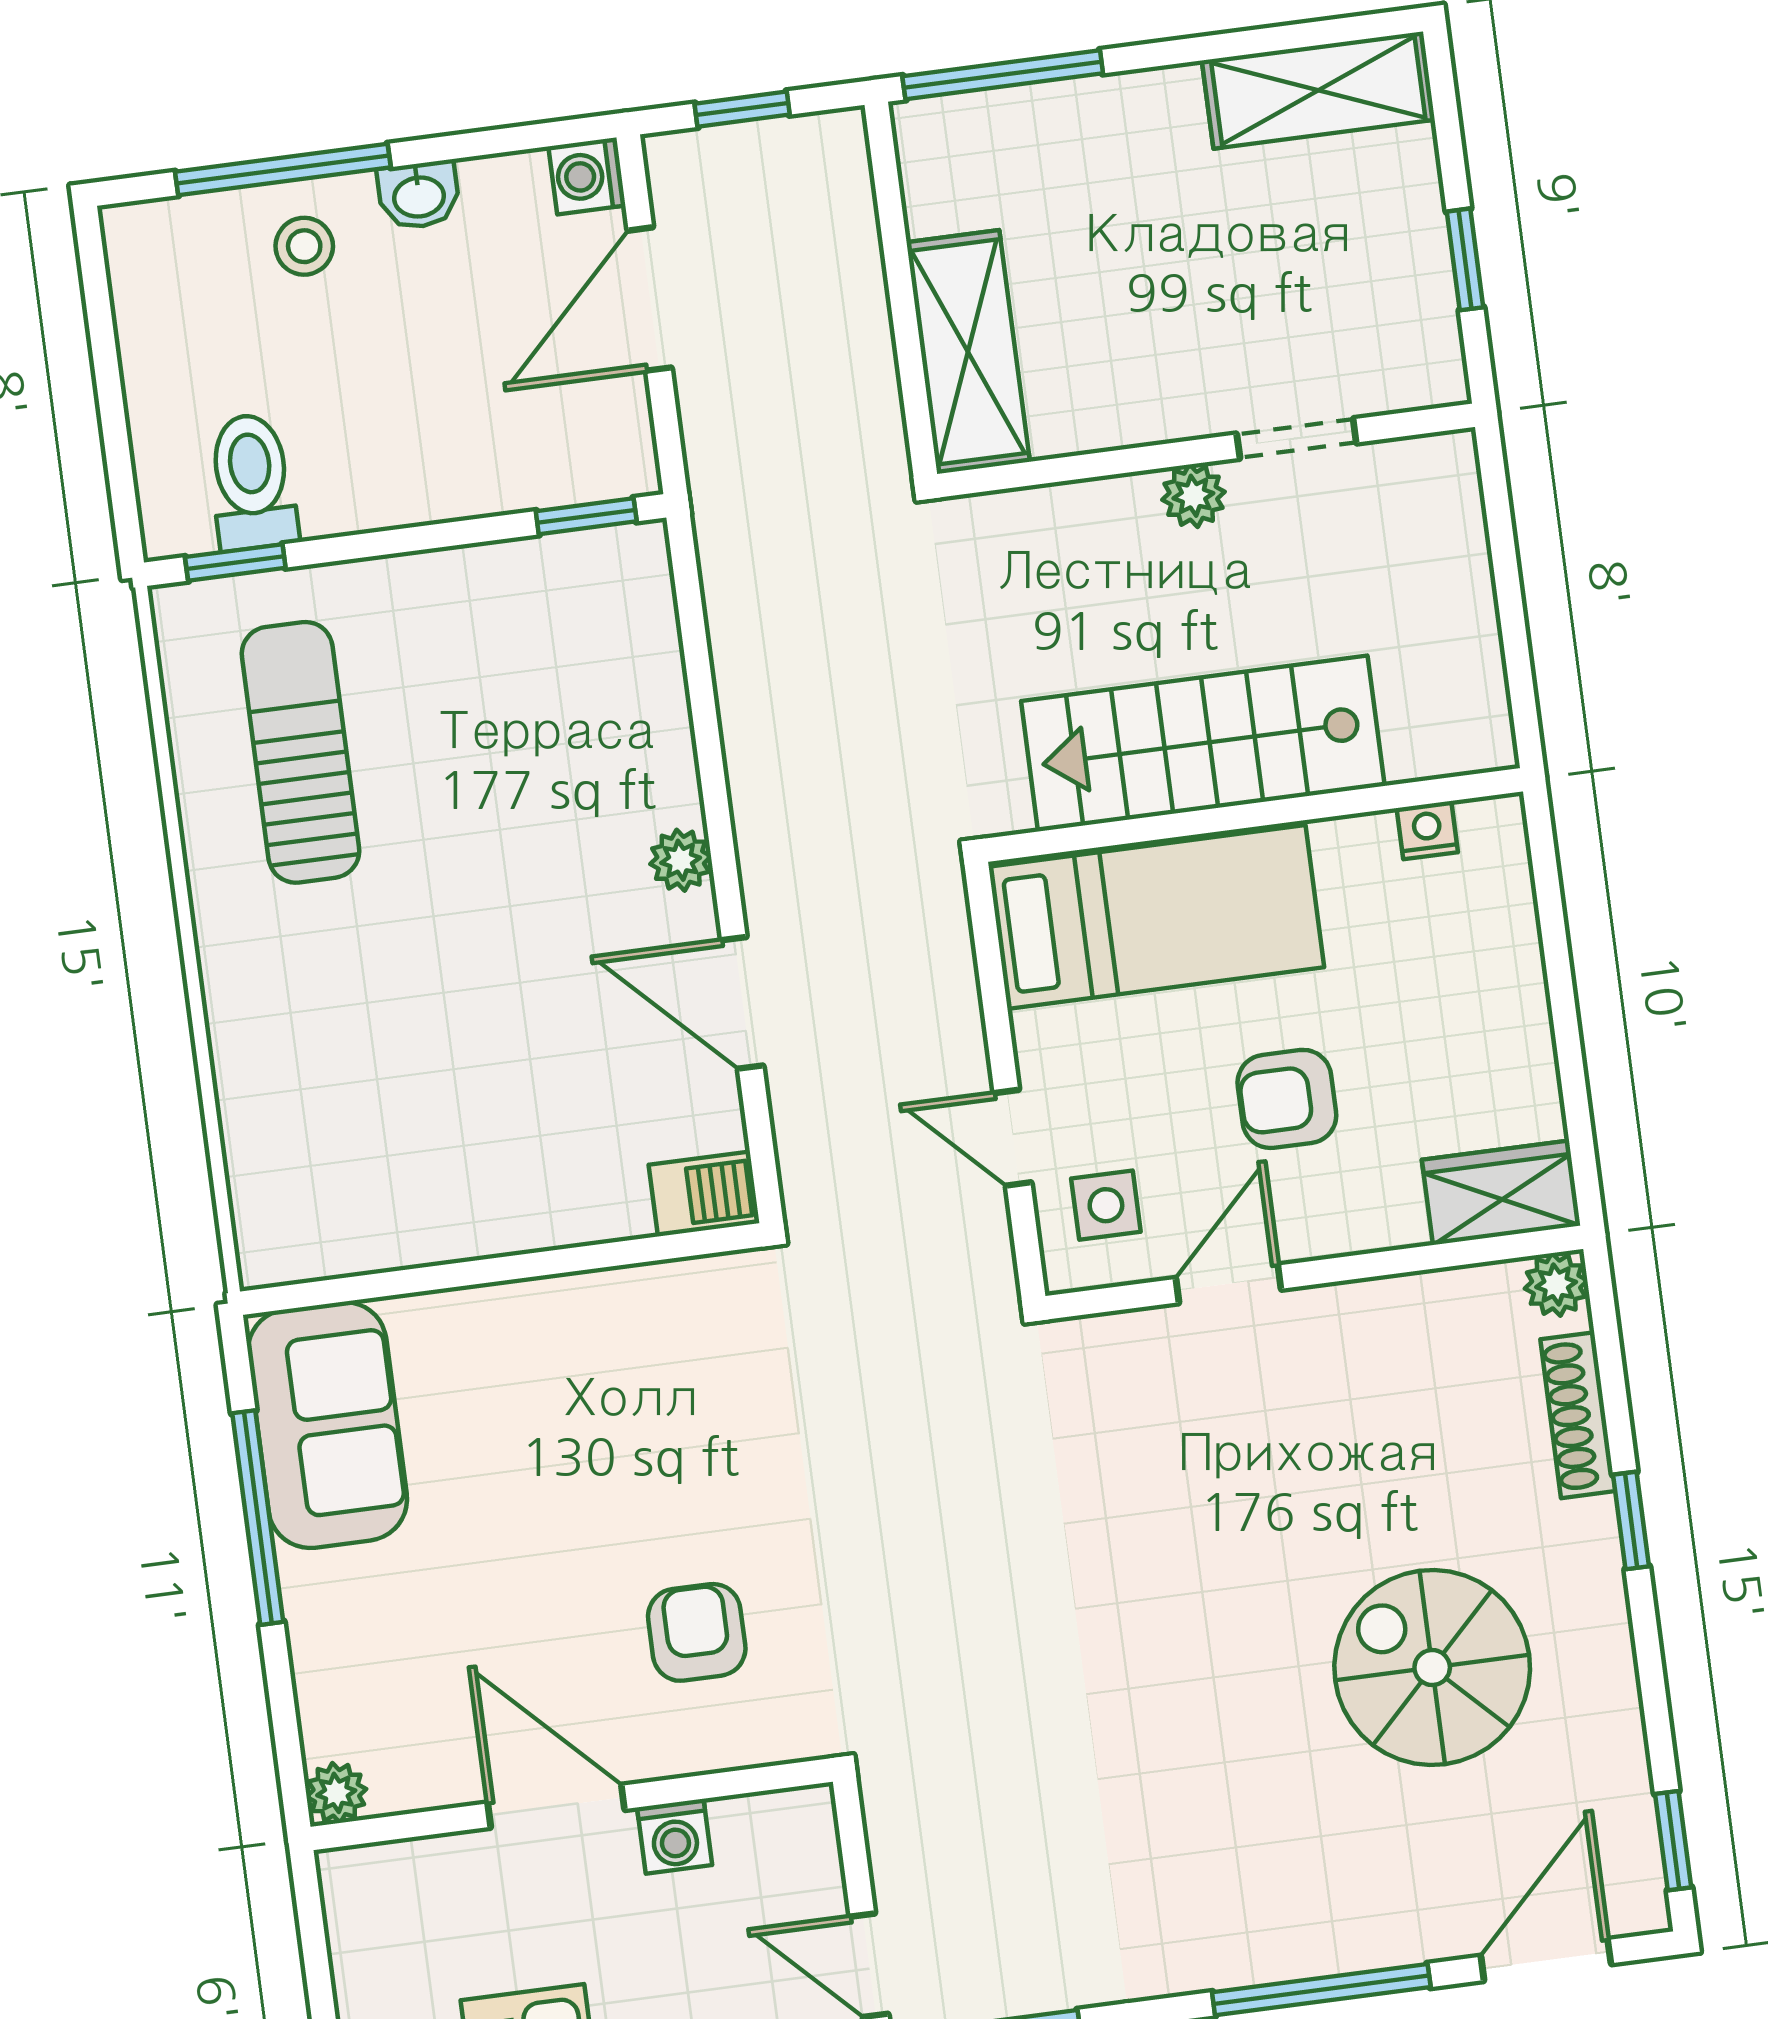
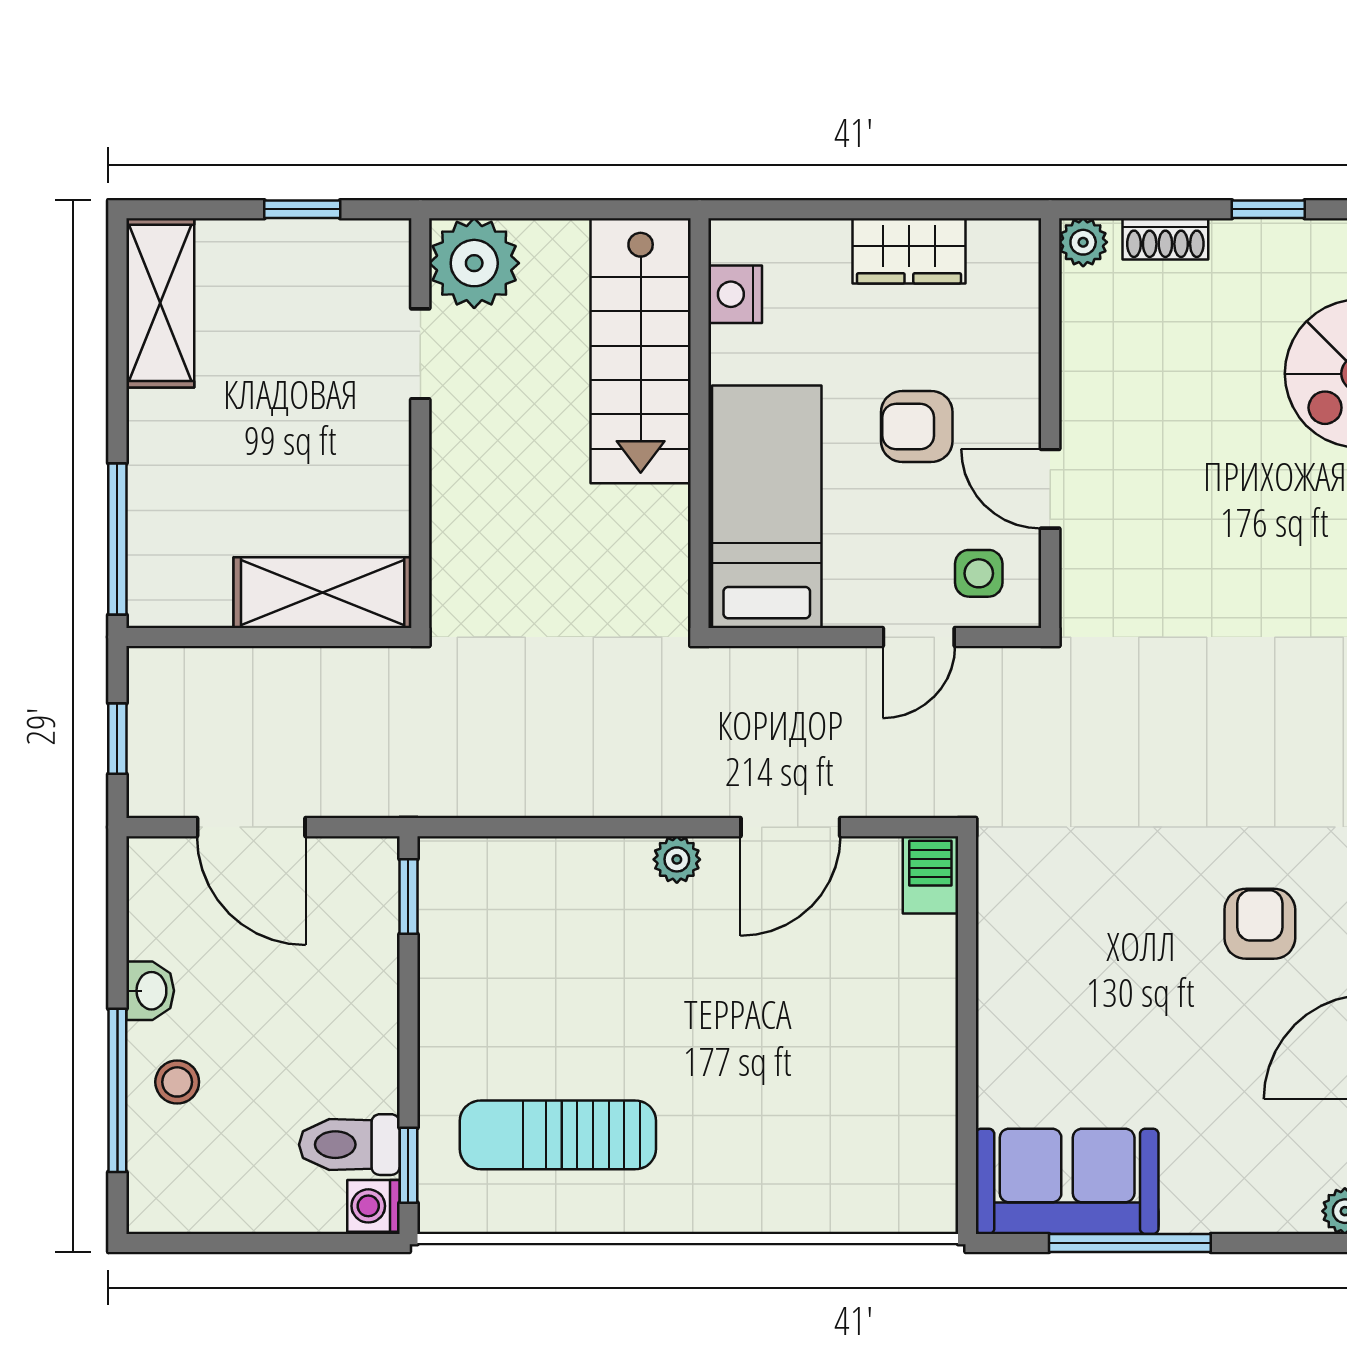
washing machine: (587, 176) -> (373, 1206), moved, turned 90
plant: (1193, 496) -> (474, 263), moved, width x1.88, depth x1.88
stairs: (1203, 743) -> (641, 351), moved
nightstand: (1427, 830) -> (735, 294), width x1.39, depth x1.35
armchair: (1287, 1099) -> (917, 427), turned 90
wardrobe: (1501, 1193) -> (909, 251), moved, turned -90
shoe rack: (1578, 1415) -> (1165, 239), width x0.70
armchair: (697, 1632) -> (1260, 924), turned 90

